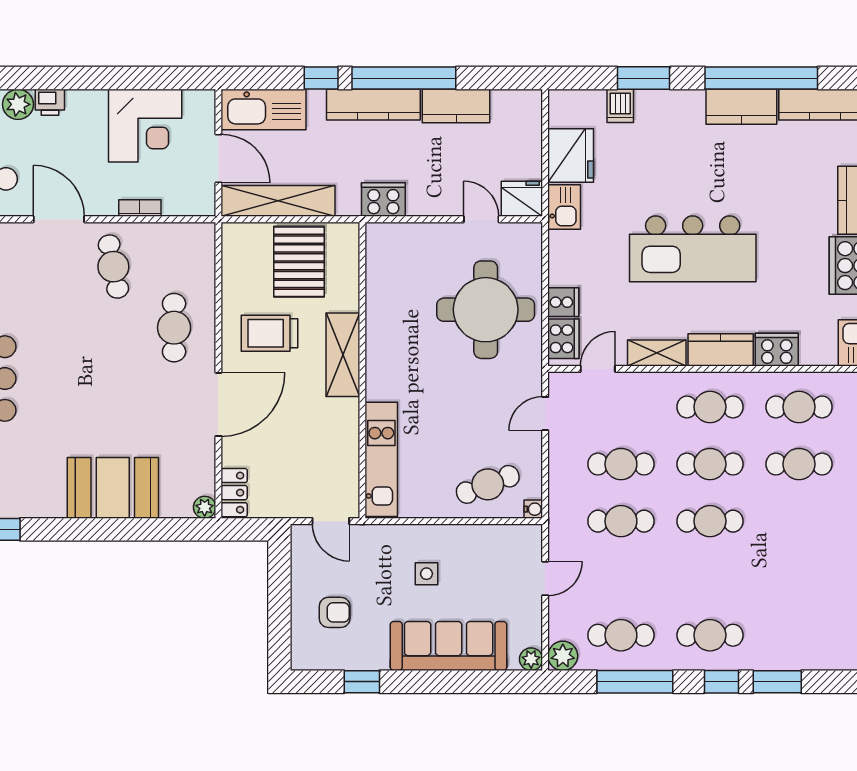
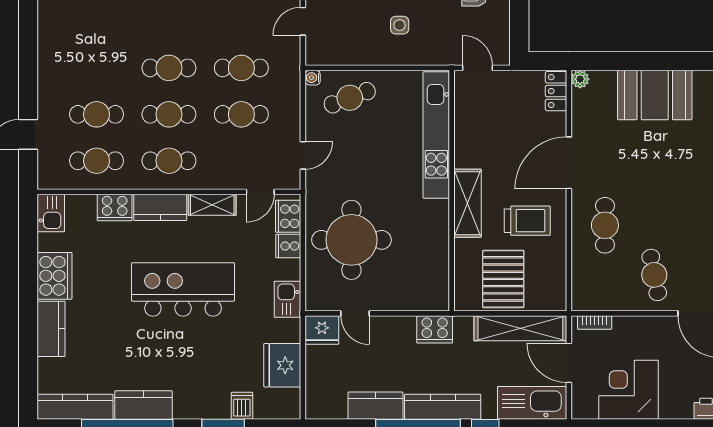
kitchen sink: (564, 207) -> (288, 299), moved
bookcase: (140, 208) -> (595, 323), moved
kitchen unit: (381, 459) -> (436, 135), width x1.36

